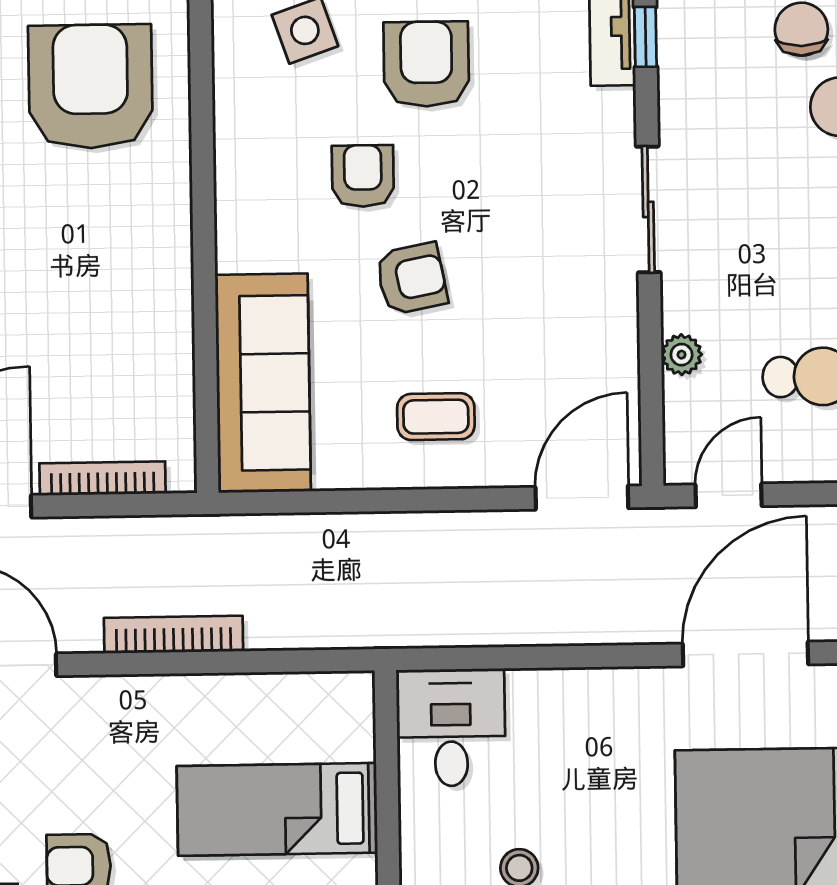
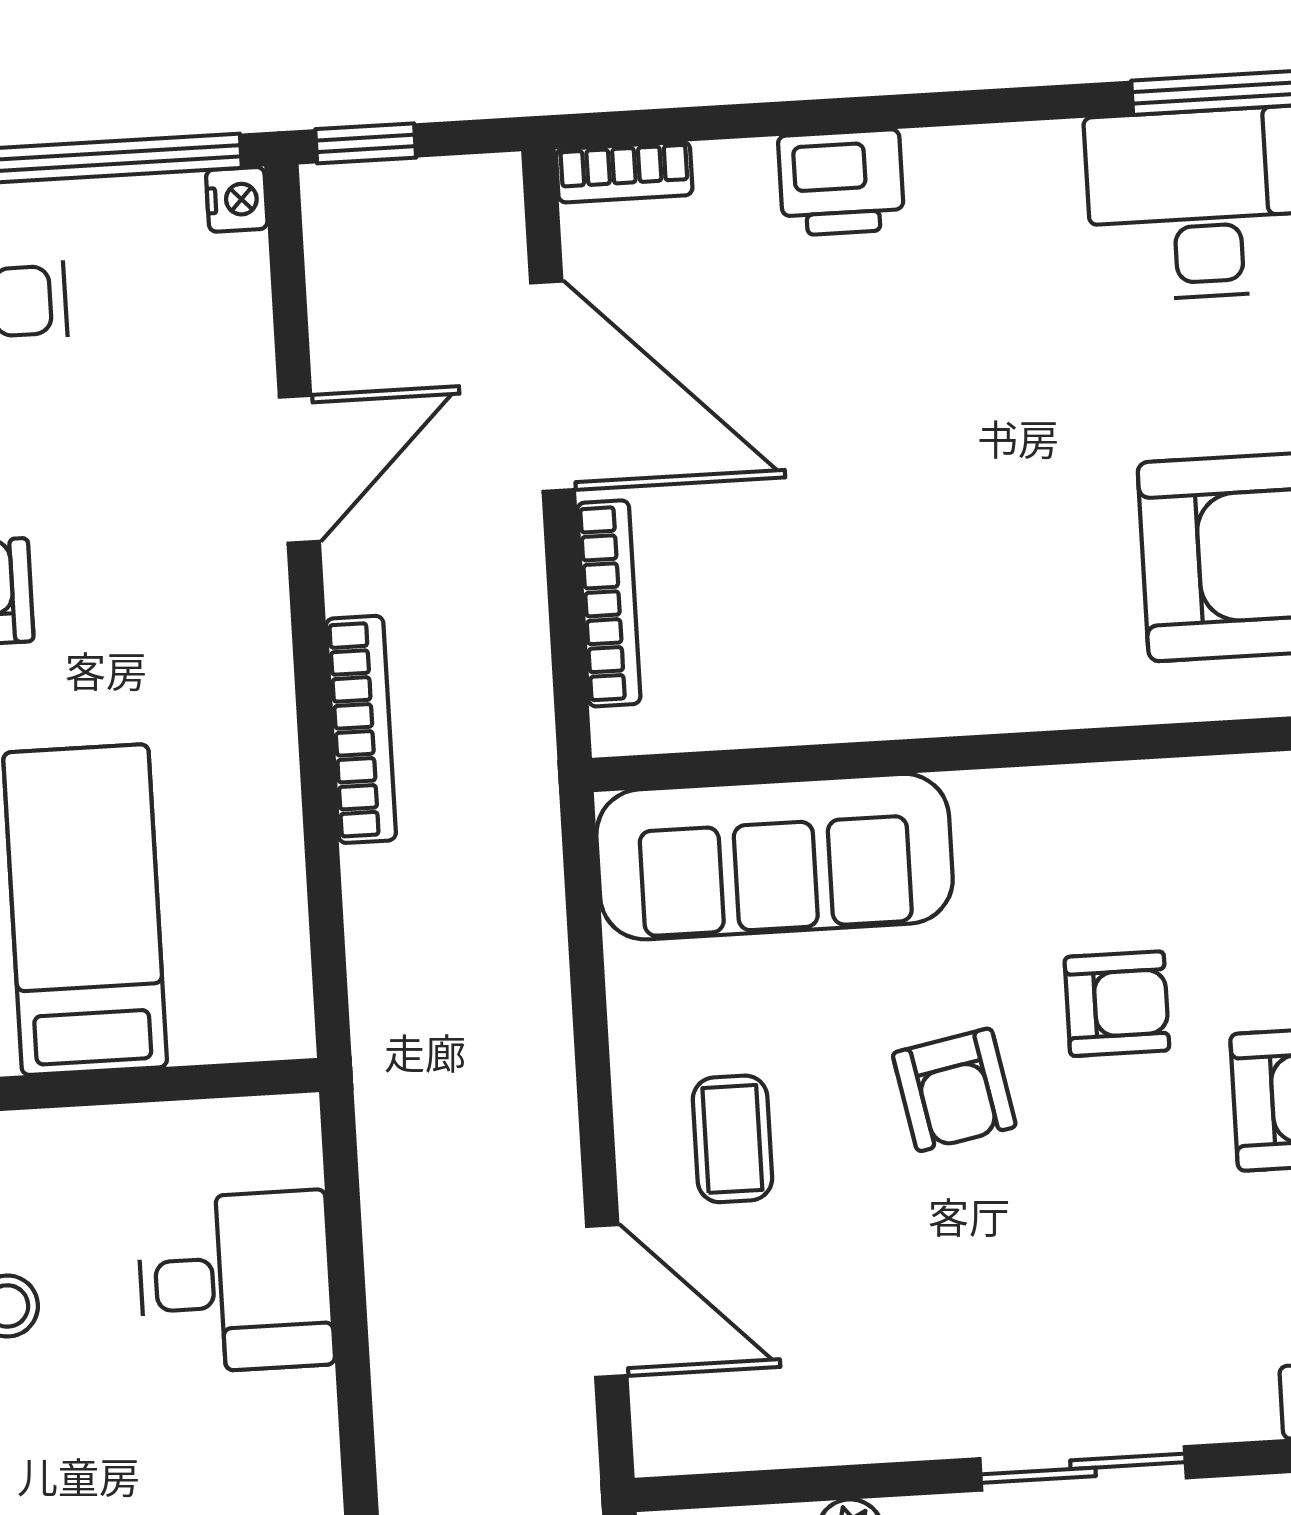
door: (582, 498) -> (607, 1301), moved
desk: (451, 728) -> (236, 1282), moved

